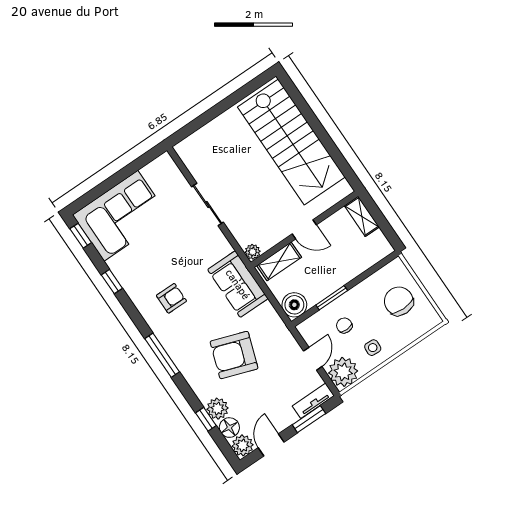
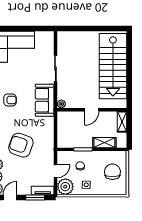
door: (304, 229) -> (92, 110), hinge flipped
shelving: (279, 261) -> (104, 143), moved
sofa: (238, 284) -> (45, 100), moved
boiler: (294, 305) -> (64, 141), removed

